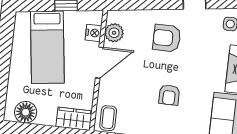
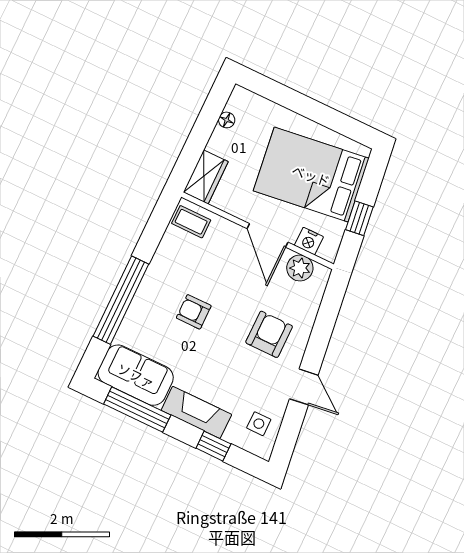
bed: (47, 47) -> (311, 175), width x1.50
floor lamp: (26, 112) -> (227, 120), width x0.53, depth x0.53

